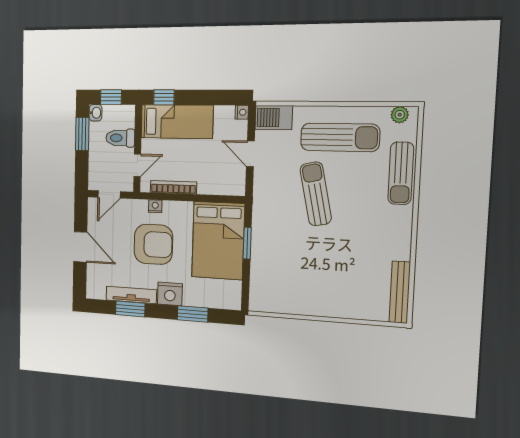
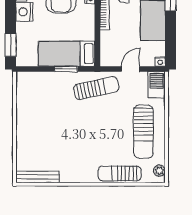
sun lounger: (316, 194) -> (96, 88), moved
bed: (218, 241) -> (67, 54), width x0.67
window: (193, 314) -> (11, 45), moved

